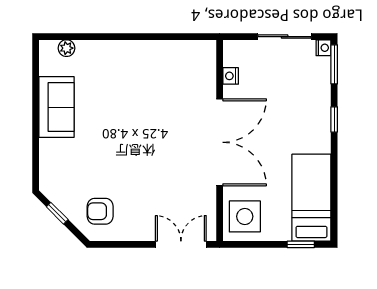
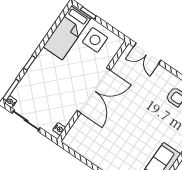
nightstand: (231, 76) -> (59, 129), moved
double door: (220, 142) -> (94, 90), swing flipped
side table: (245, 216) -> (95, 40), moved

